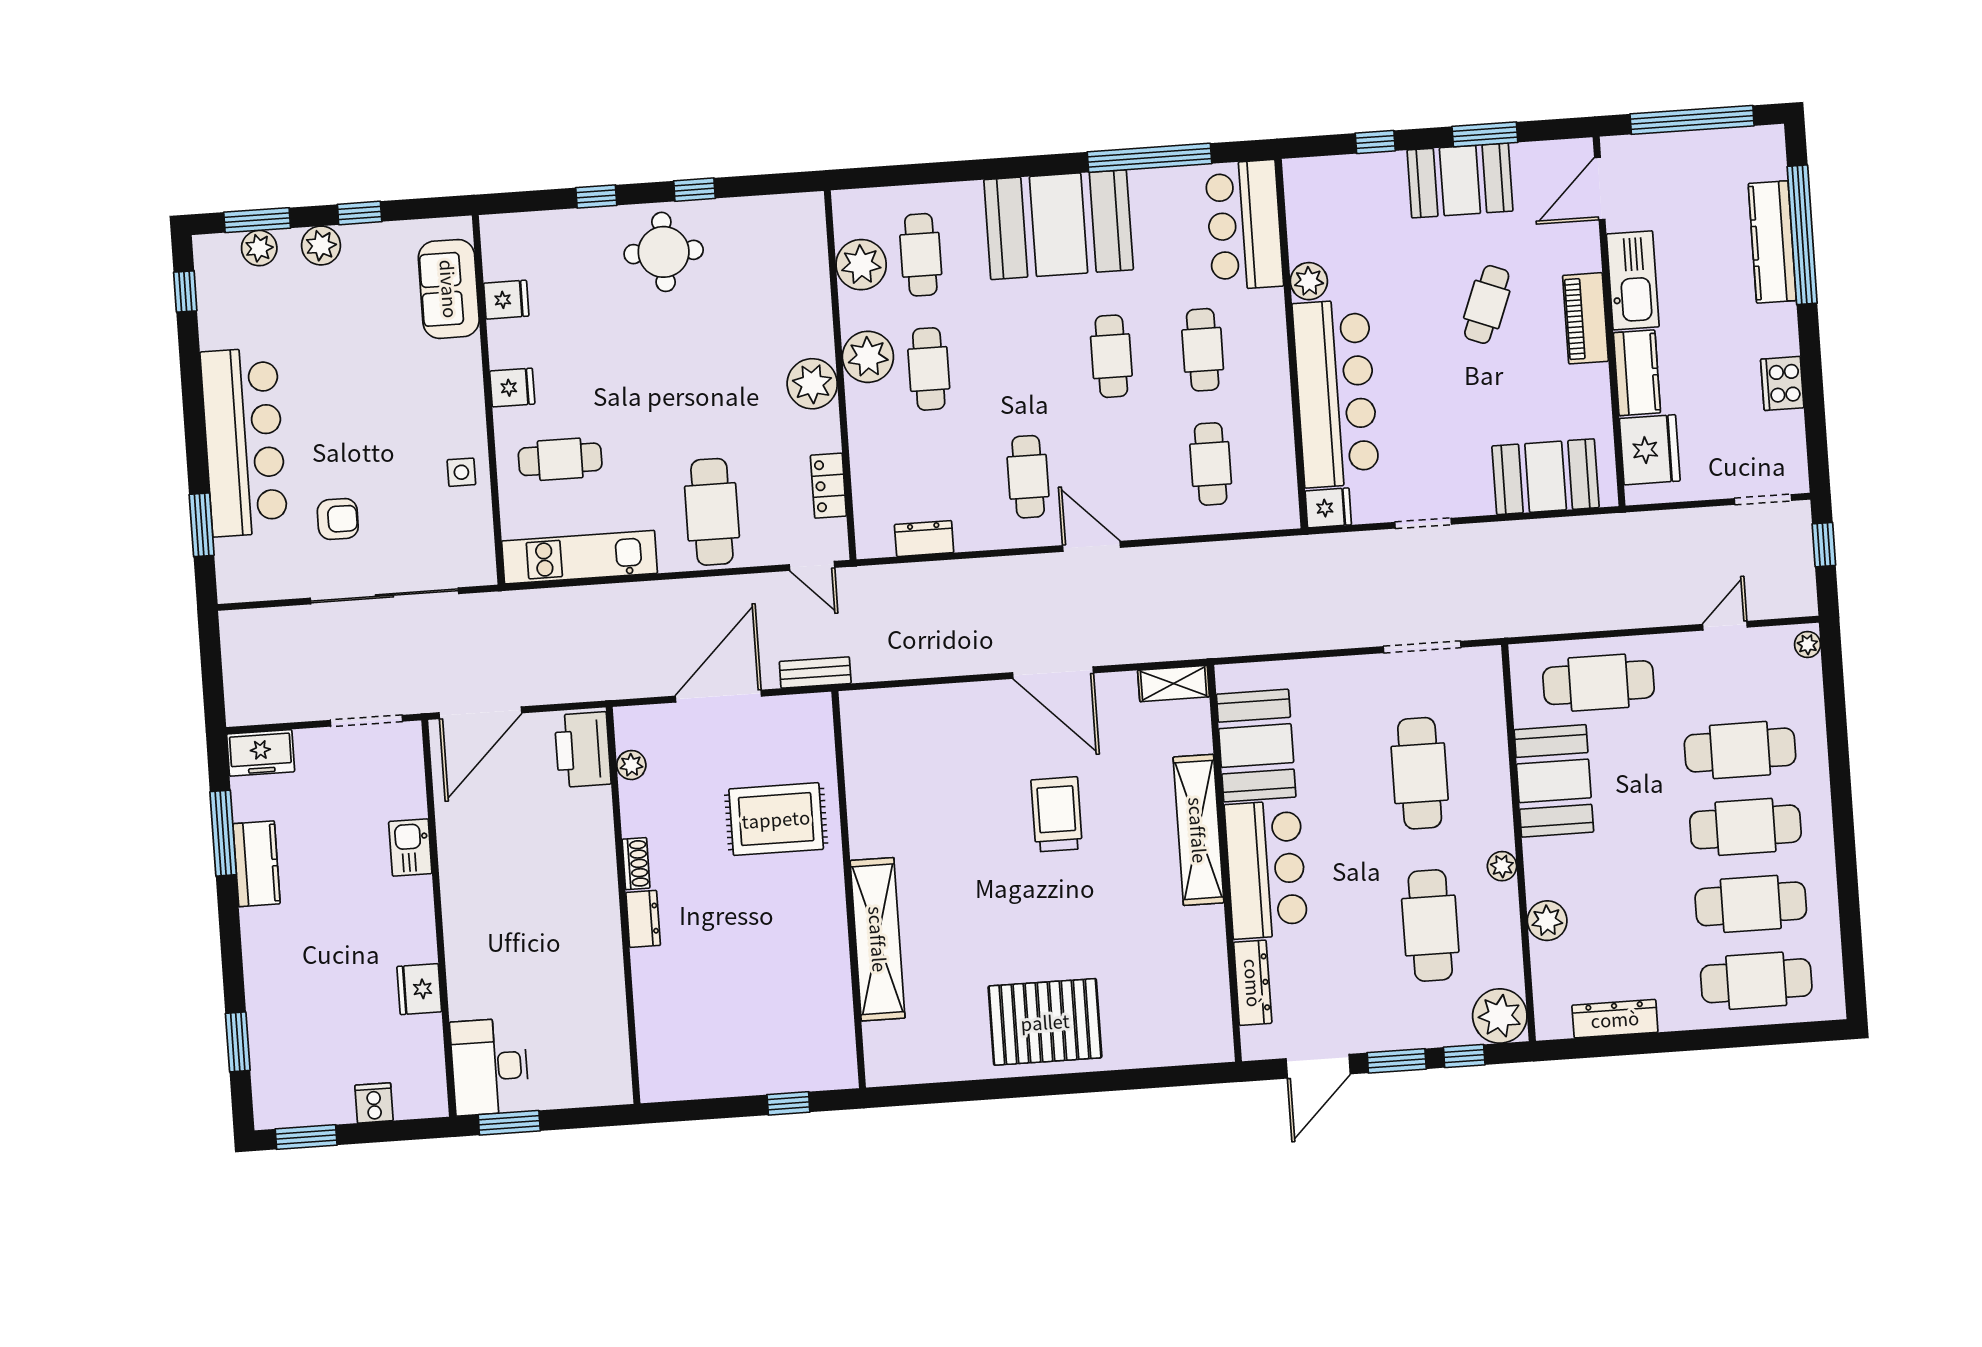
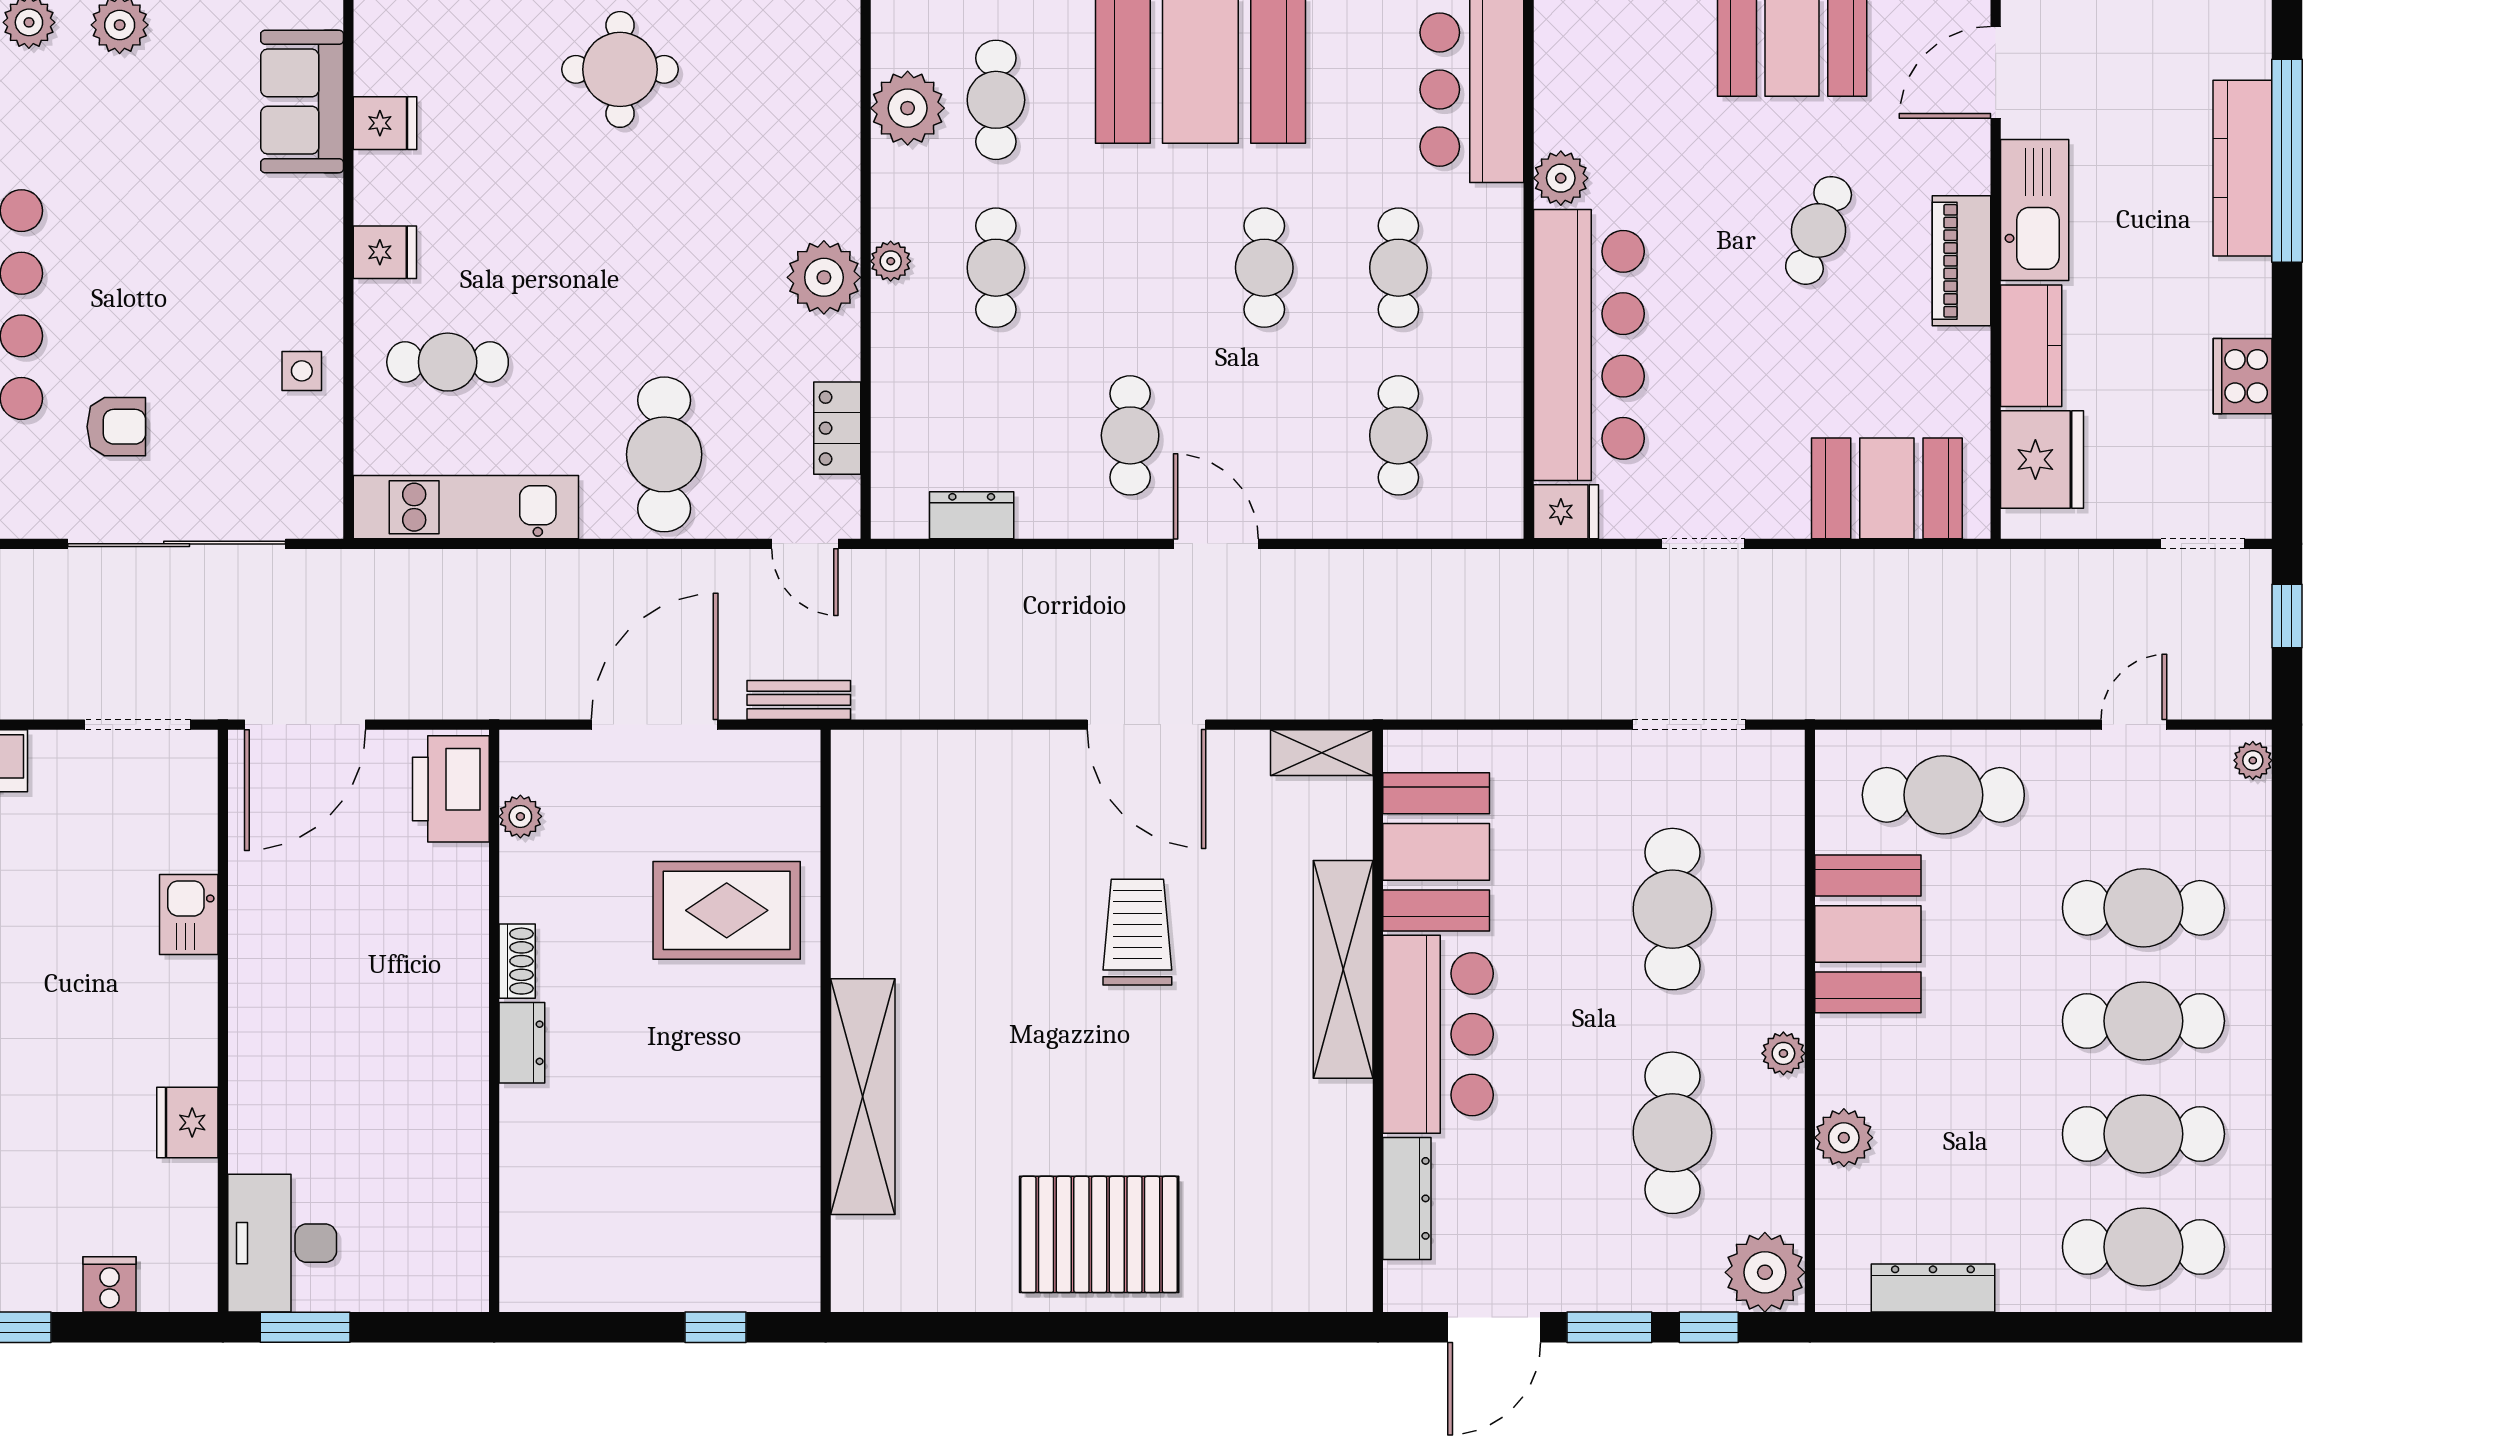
plant: (868, 357) -> (891, 261), width x0.53, depth x0.53

